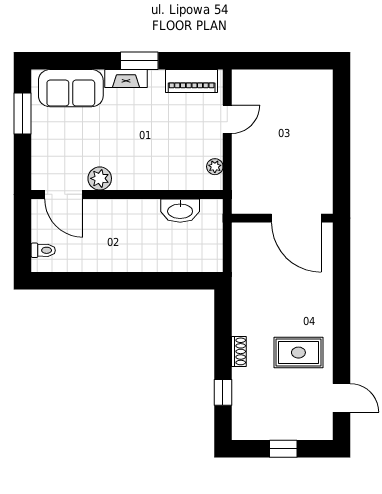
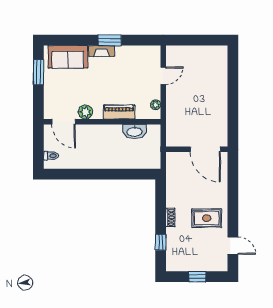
piano: (192, 81) -> (119, 112), moved, turned 180
wall: (282, 218) -> (197, 149), moved
door: (296, 218) -> (205, 149), moved

